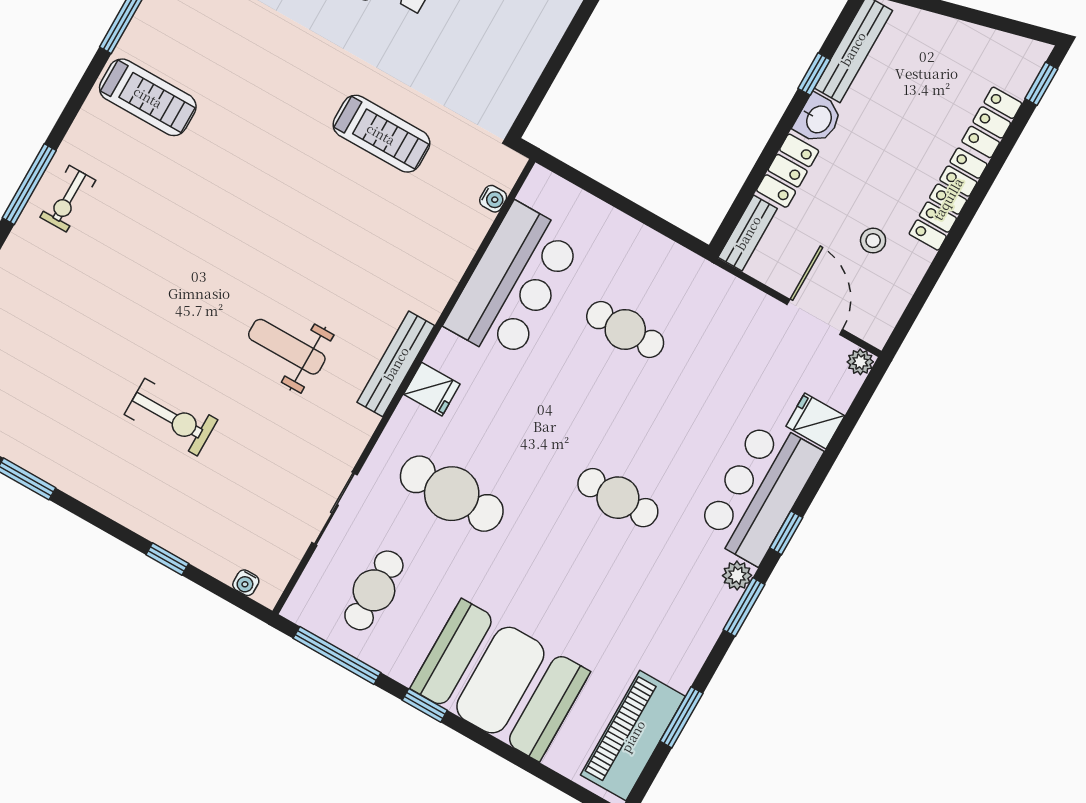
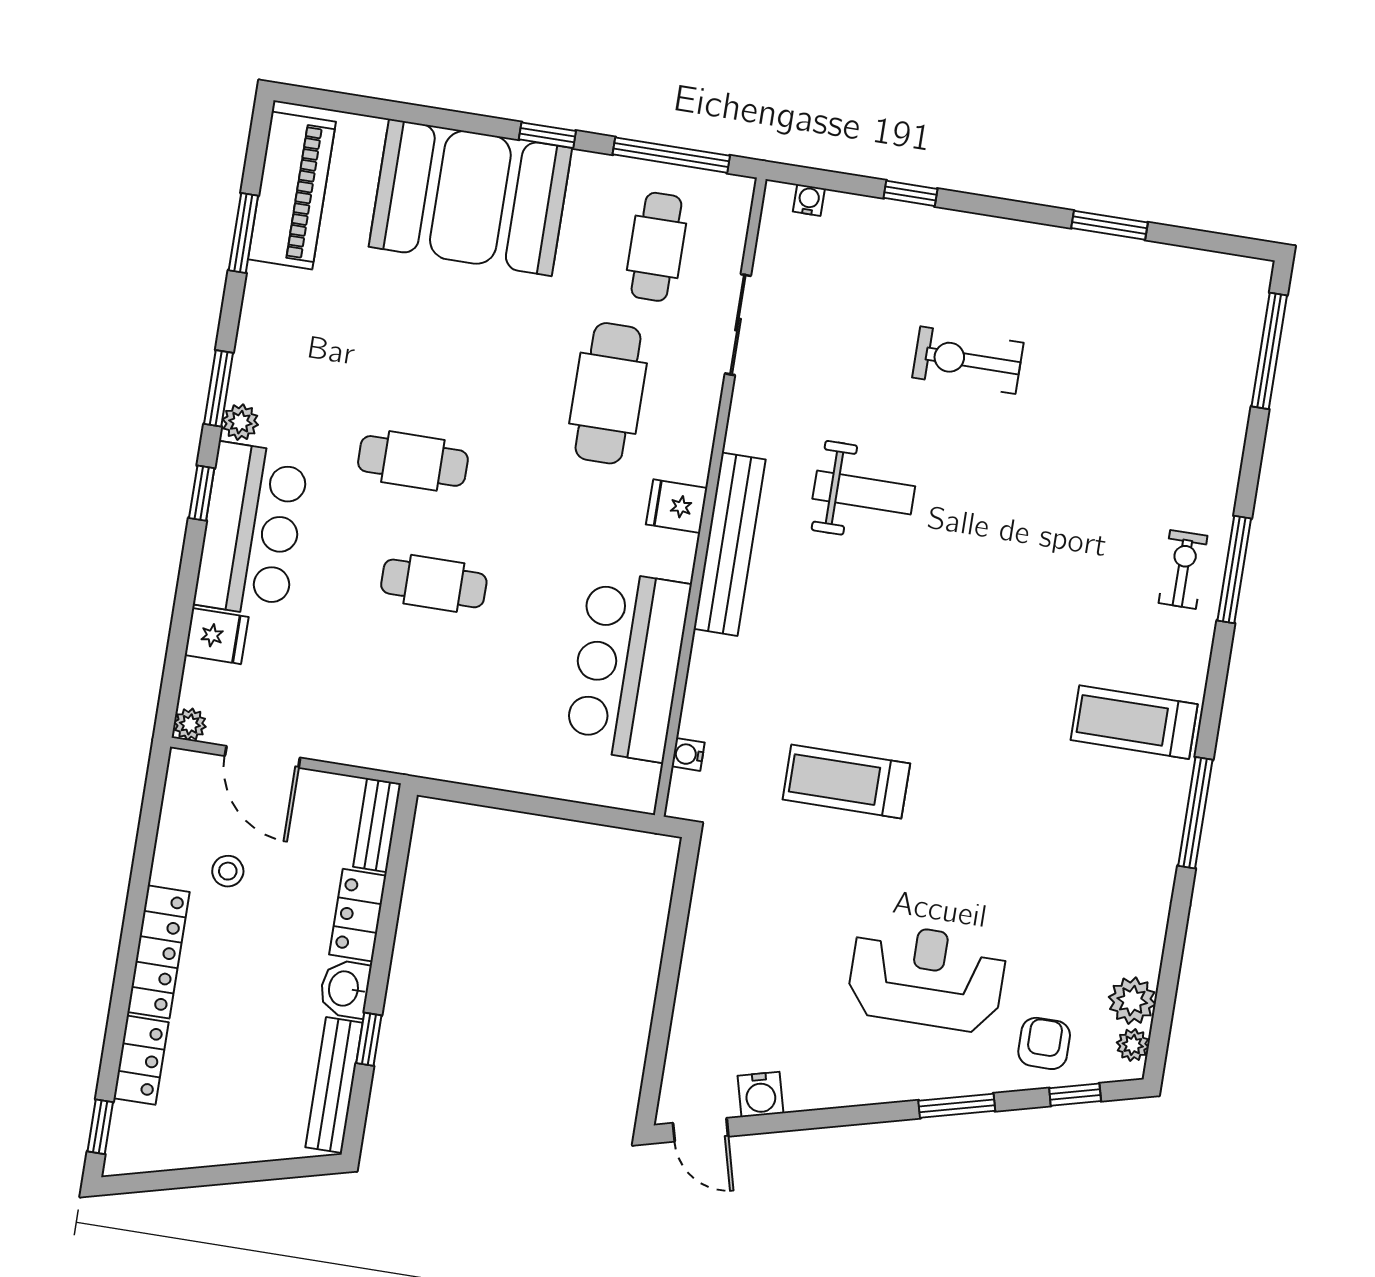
cafe table: (625, 329) -> (434, 583), moved
bench: (396, 364) -> (730, 544), width x1.37, depth x1.21
cafe table: (452, 494) -> (608, 393), turned 90

